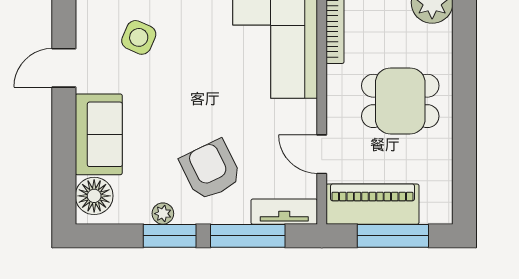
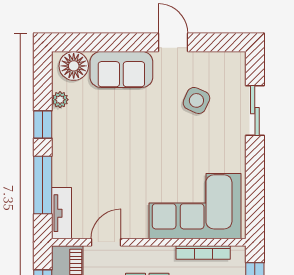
armchair: (211, 170) -> (94, 156), removed
plant: (163, 214) -> (60, 100), moved
window: (170, 236) -> (43, 124), width x0.67

